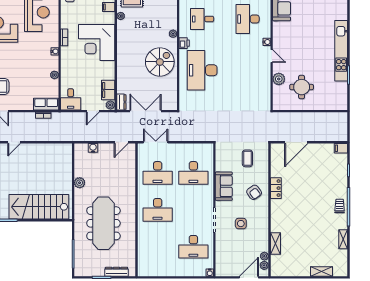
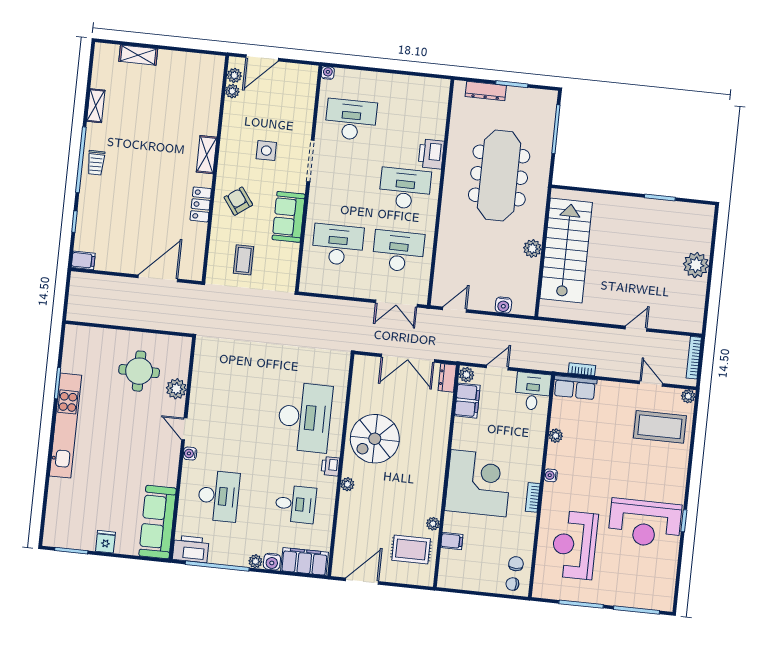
stairs: (39, 207) -> (566, 251), moved, turned -90
printer: (144, 232) -> (431, 154), added
shelving: (275, 244) -> (207, 155), moved

